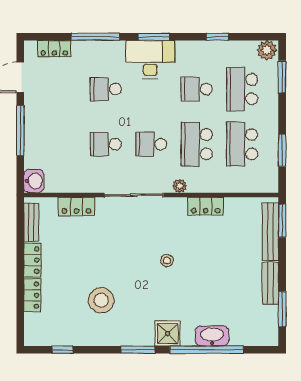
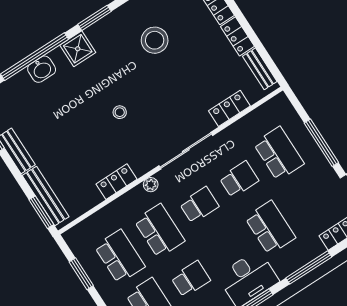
school desk: (106, 89) -> (270, 228), width x1.85
school desk: (60, 144) -> (279, 154), added
washbasin: (34, 181) -> (281, 107), removed
washbasin: (212, 336) -> (42, 69), width x0.72

